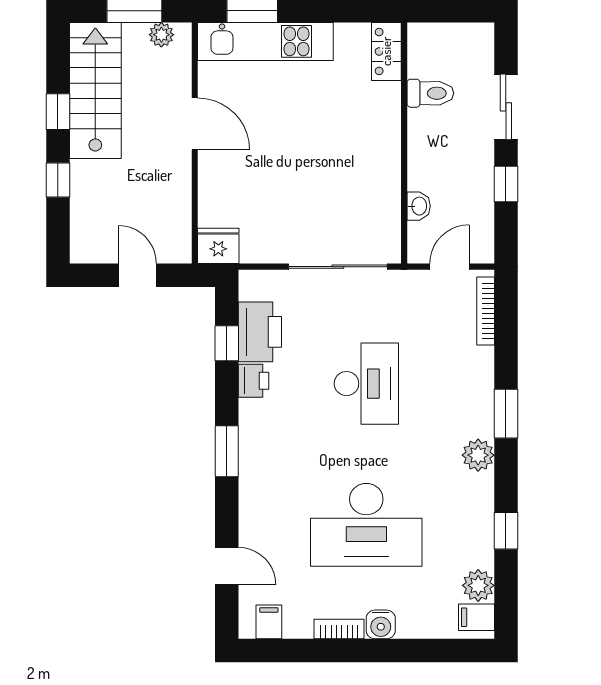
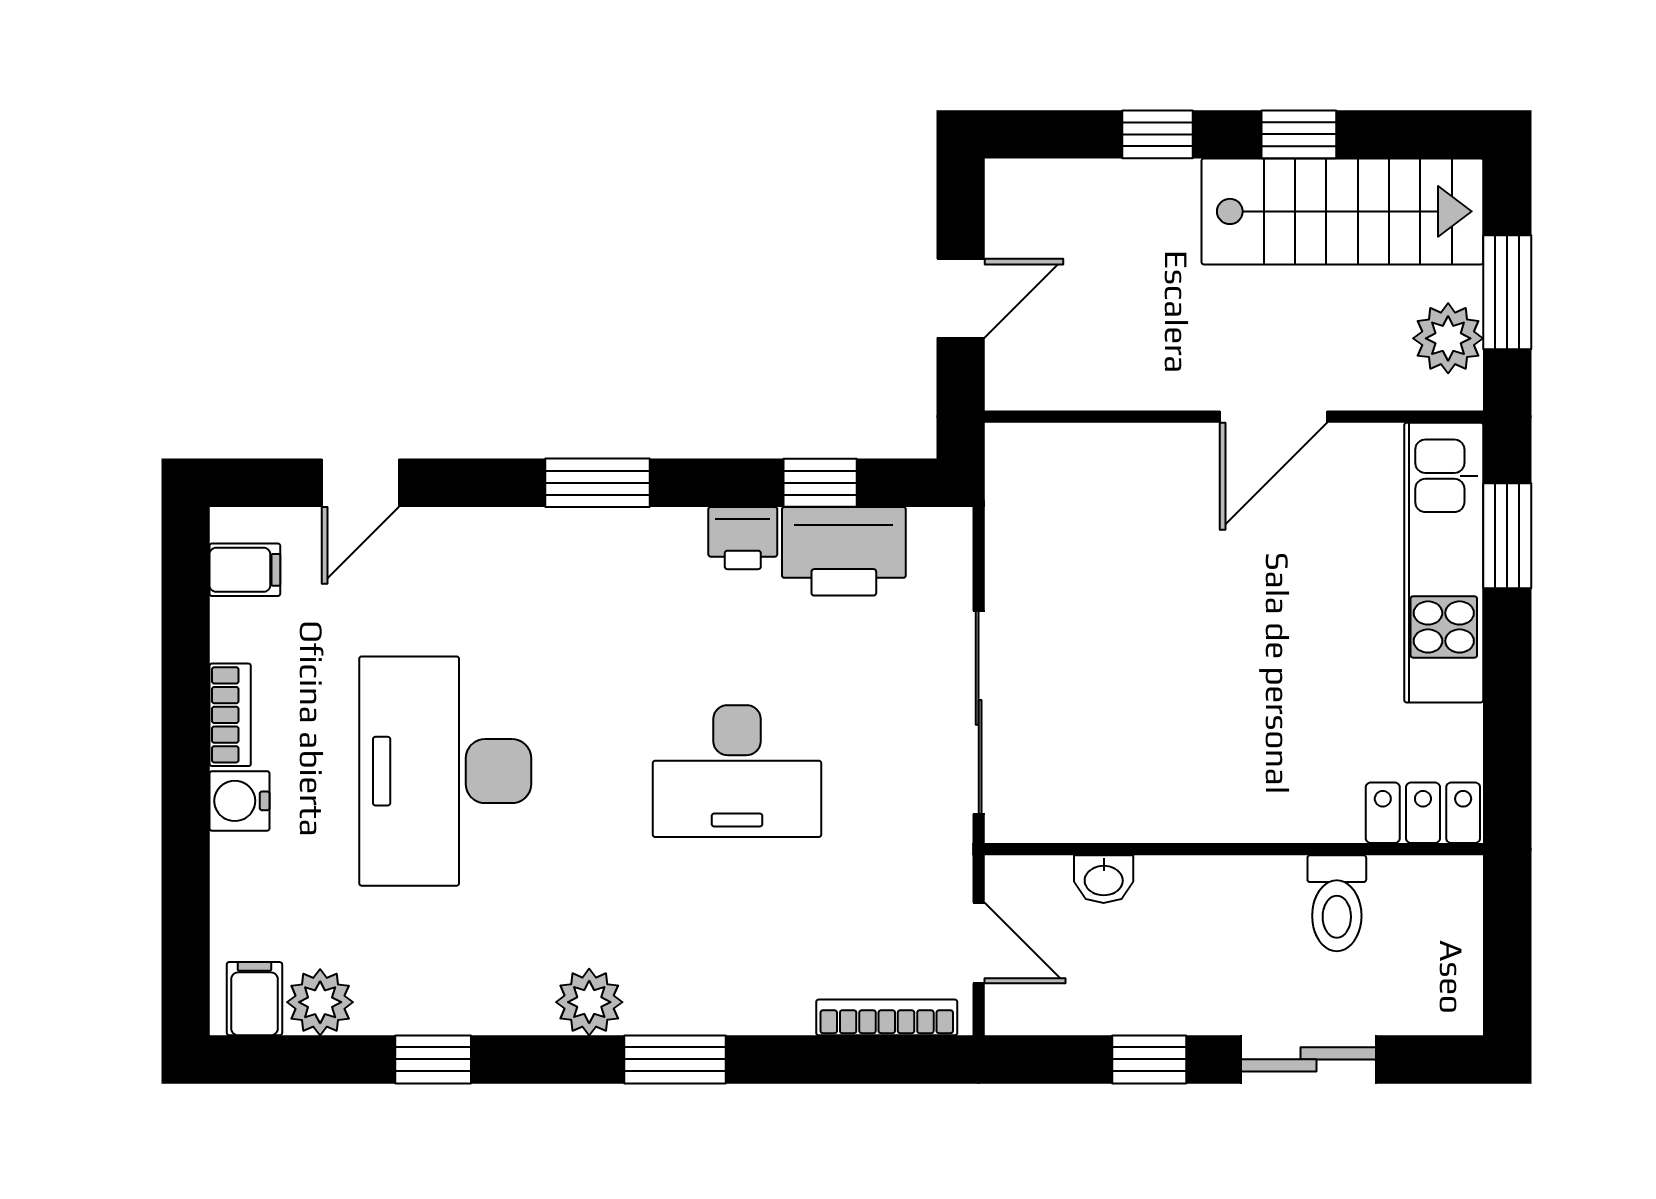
plant: (161, 35) -> (1448, 338), width x1.38, depth x1.38
fridge: (218, 246) -> (1021, 465), removed

